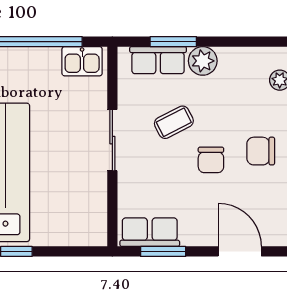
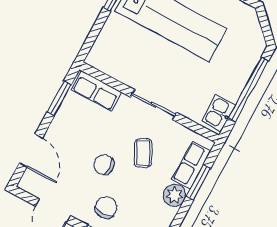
chair: (261, 151) -> (106, 208), moved
row of seats: (150, 232) -> (96, 91), moved, turned 90
door: (240, 251) -> (31, 151), hinge flipped

